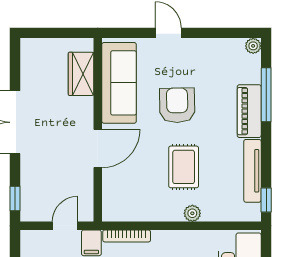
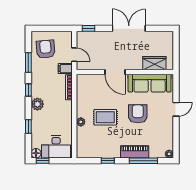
armchair: (177, 105) -> (138, 114), turned -89
tv unit: (252, 171) -> (103, 154), removed
window: (266, 200) -> (108, 161), moved

